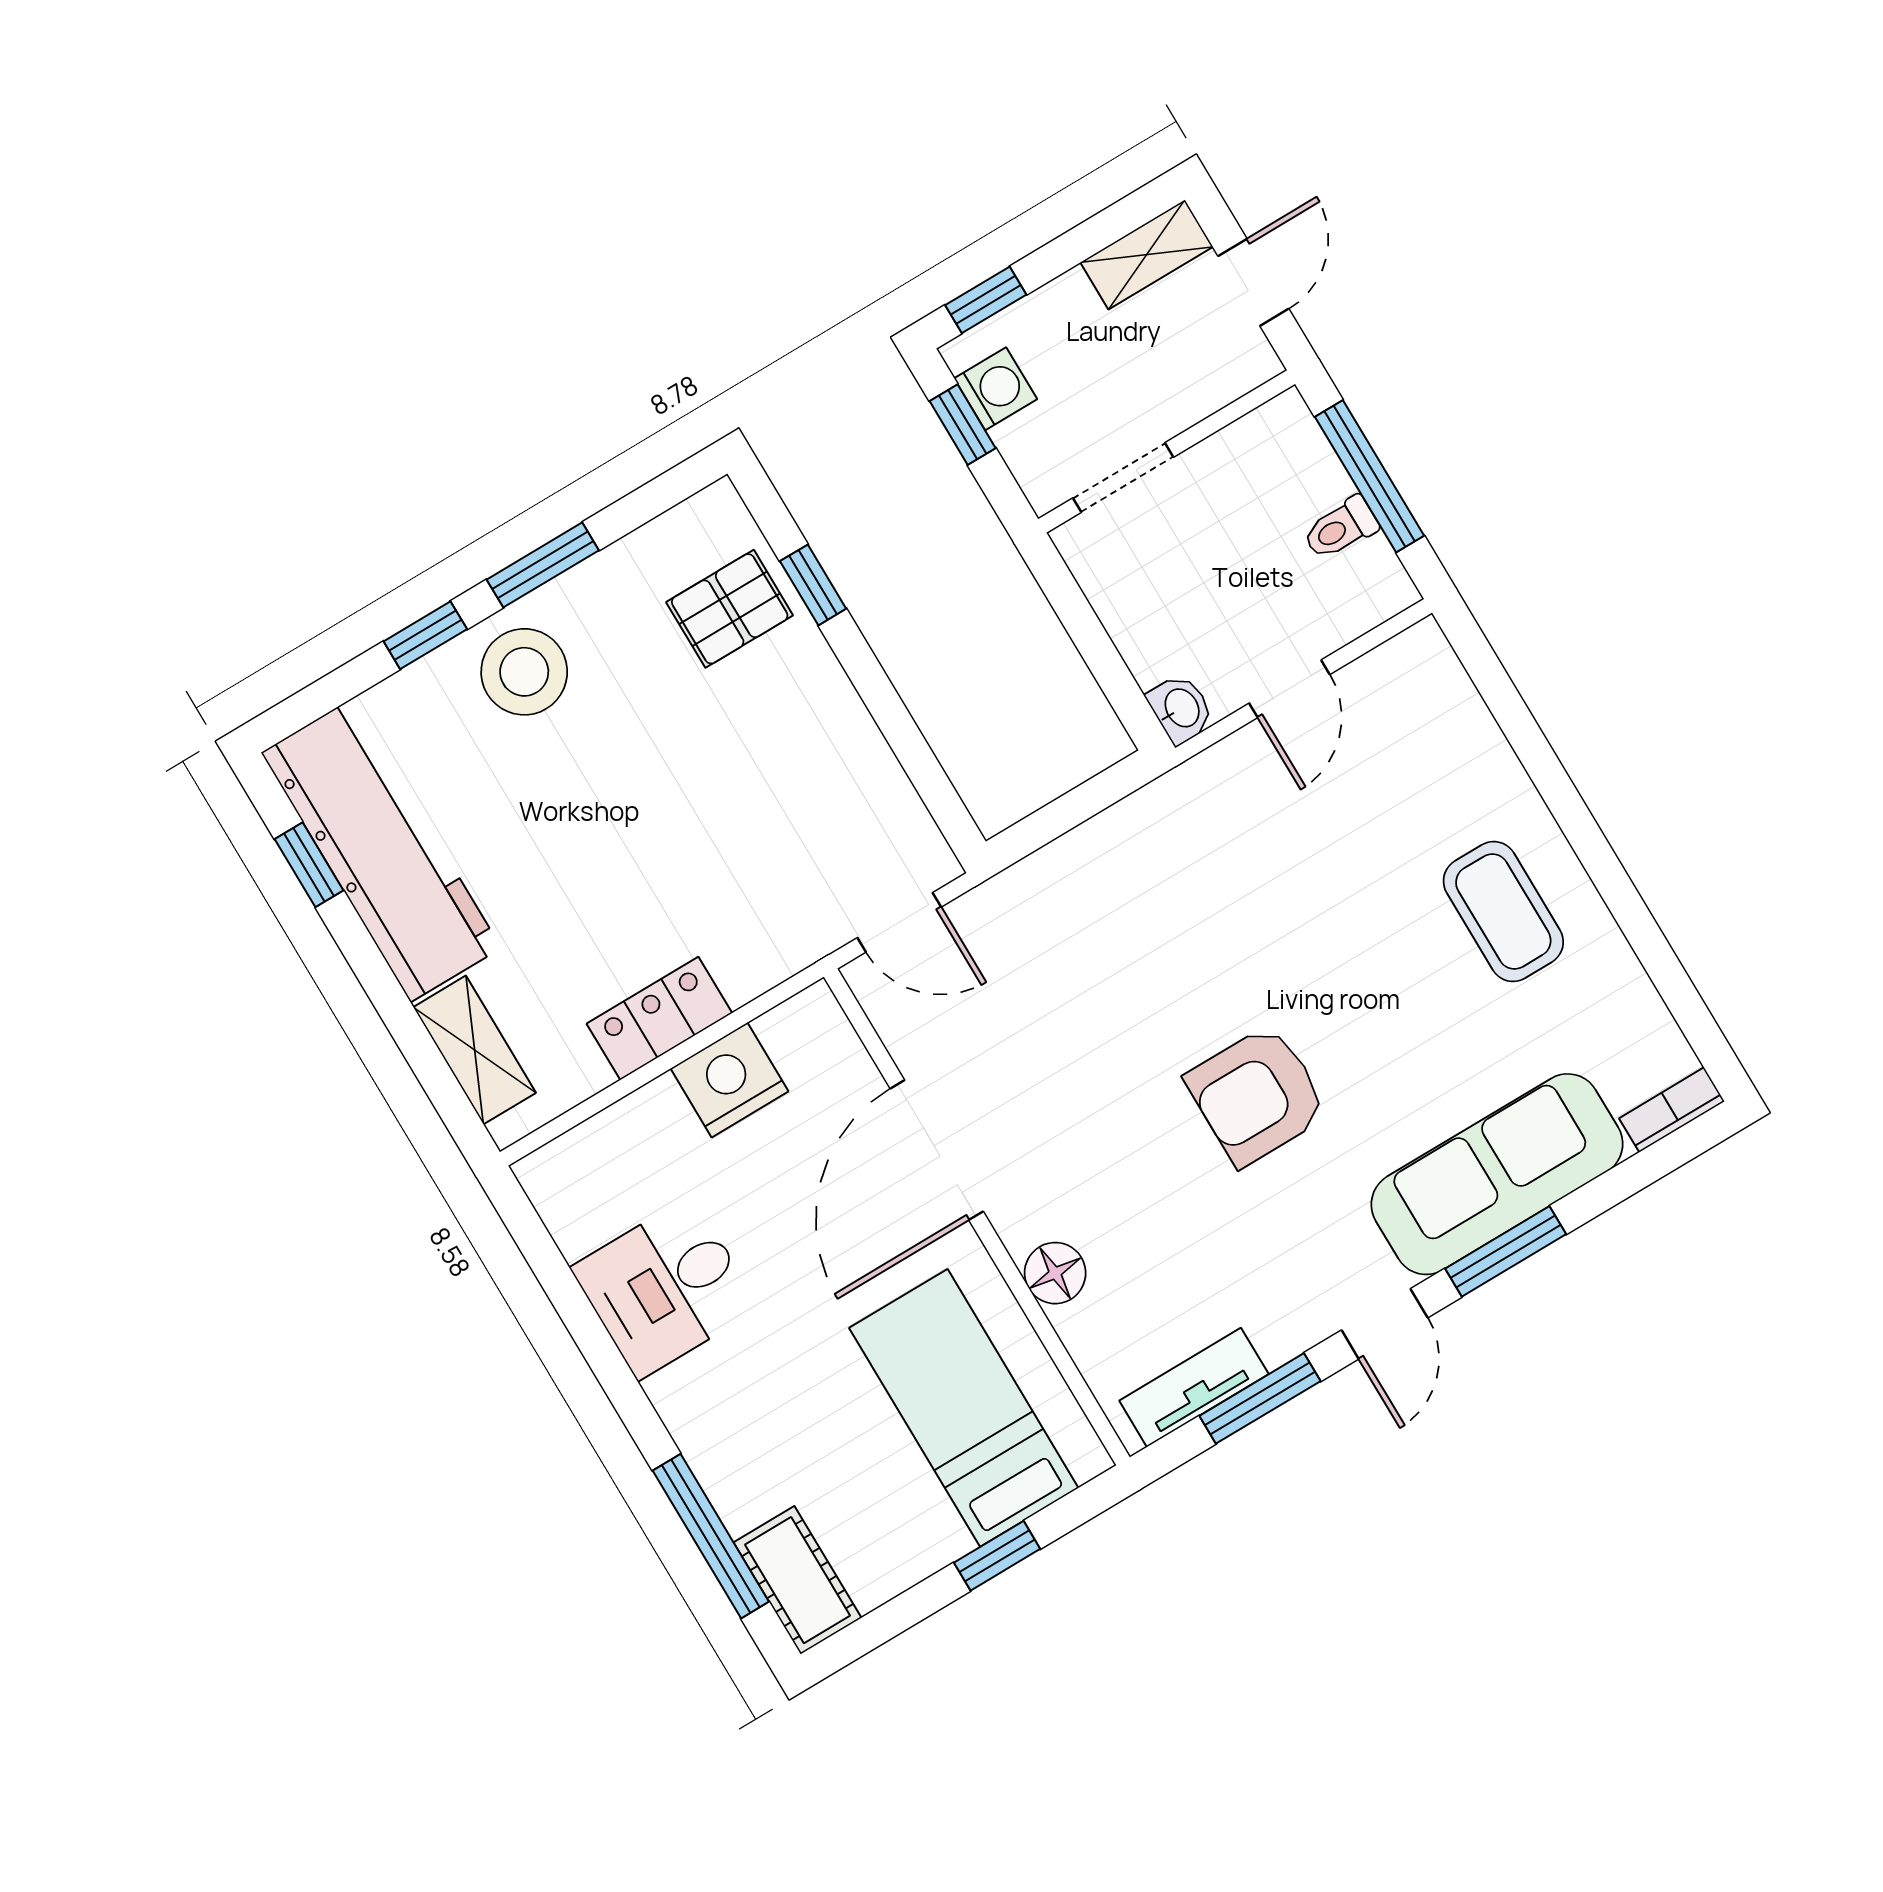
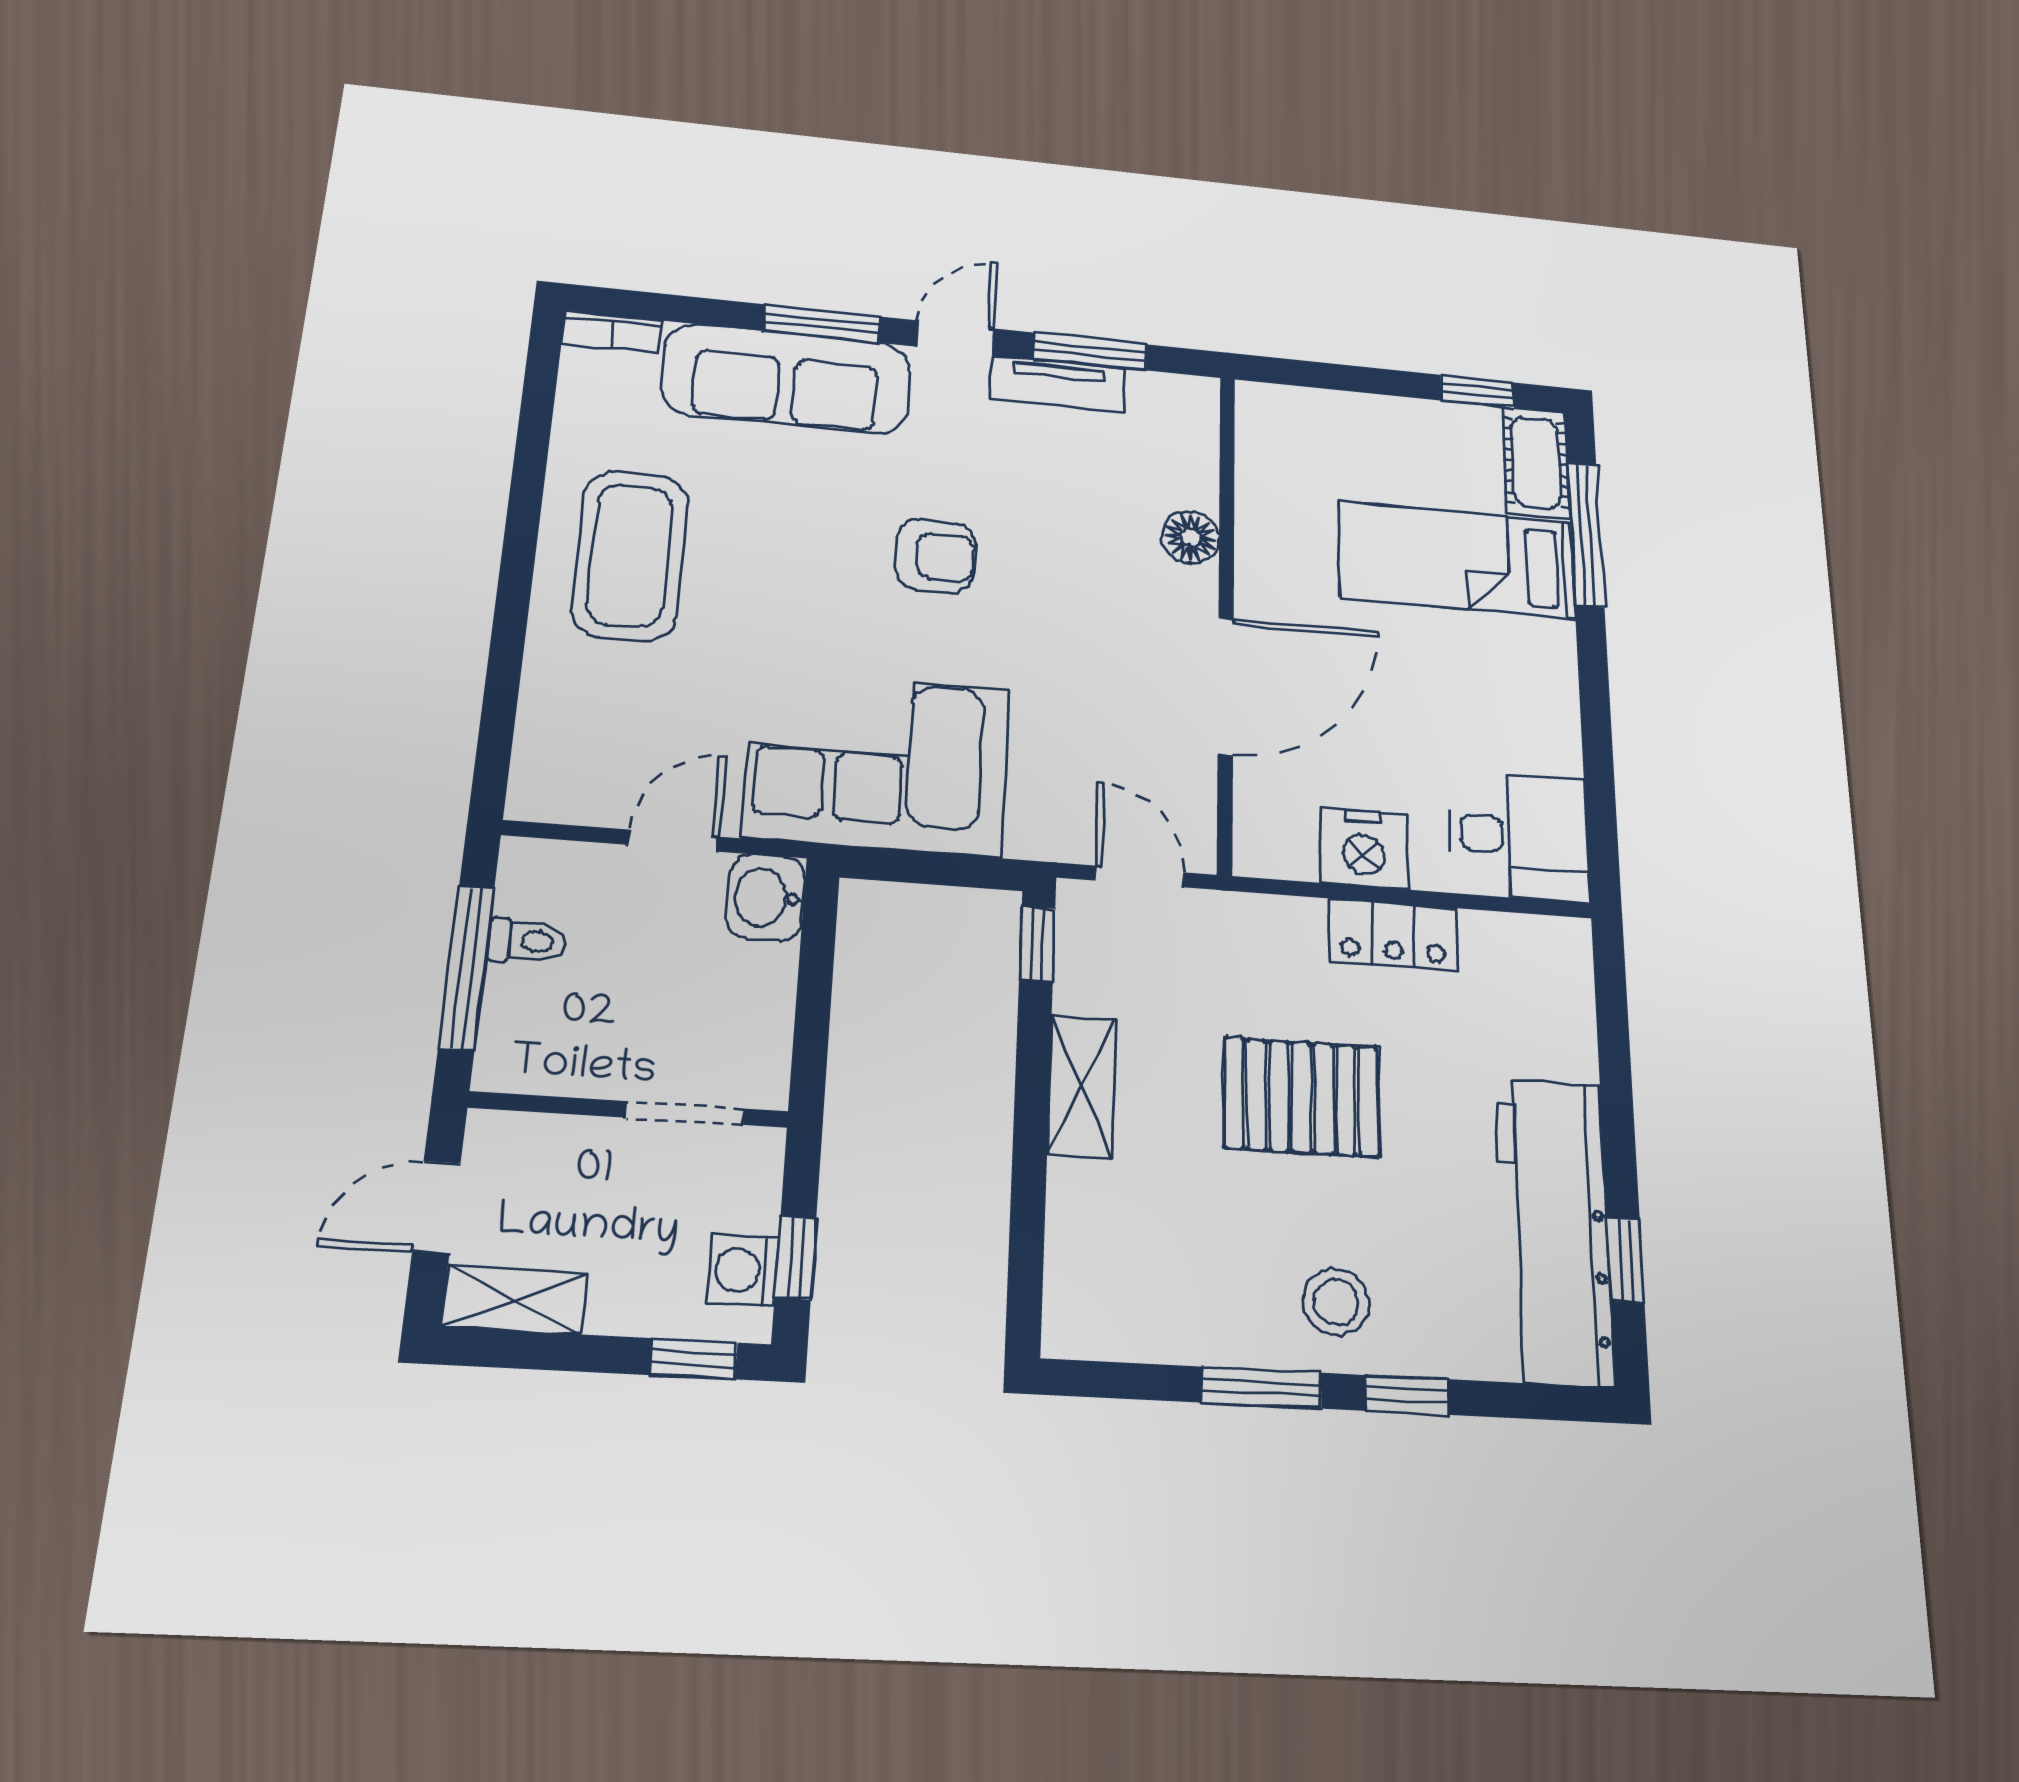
window: (813, 585) -> (1037, 944), moved
pallet: (730, 609) -> (1301, 1097), moved, width x1.50, depth x1.42
stool: (524, 672) -> (1336, 1302), width x0.73, depth x0.73
washbasin: (1181, 709) -> (766, 897), width x1.38, depth x1.45
corner sofa: (1176, 871) -> (878, 763), added
coffee table: (1503, 912) -> (630, 555), width x1.36, depth x1.32
shelving: (475, 1050) -> (1081, 1086), moved
armchair: (1257, 1095) -> (936, 556), width x0.72, depth x0.72
desk: (665, 1288) -> (1519, 836), moved
tv unit: (1194, 1387) -> (1058, 383), moved
bed: (964, 1408) -> (1457, 560), moved, turned 90
window: (997, 1556) -> (1477, 392), moved

